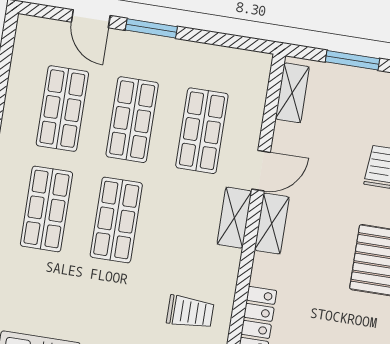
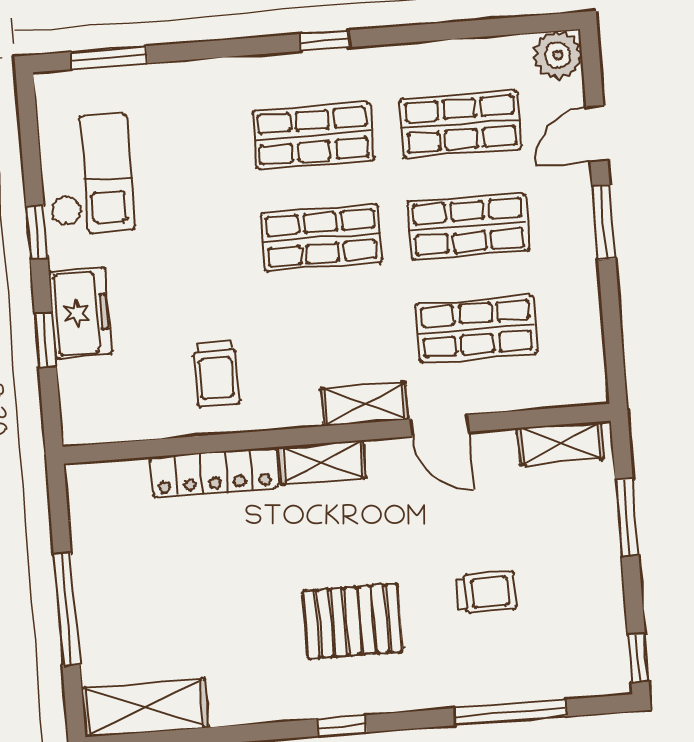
plant: (32, 32) -> (558, 55), added
shelving: (272, 224) -> (322, 462), moved

